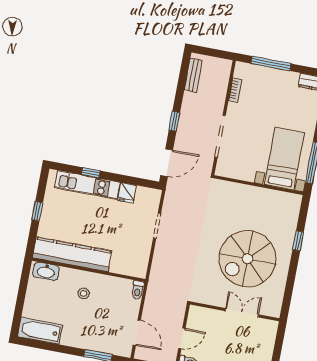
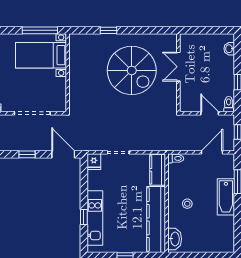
fridge: (127, 193) -> (94, 162), moved, turned 90
kitchen counter: (129, 267) -> (158, 170), added
bathtub: (40, 331) -> (226, 197), moved

